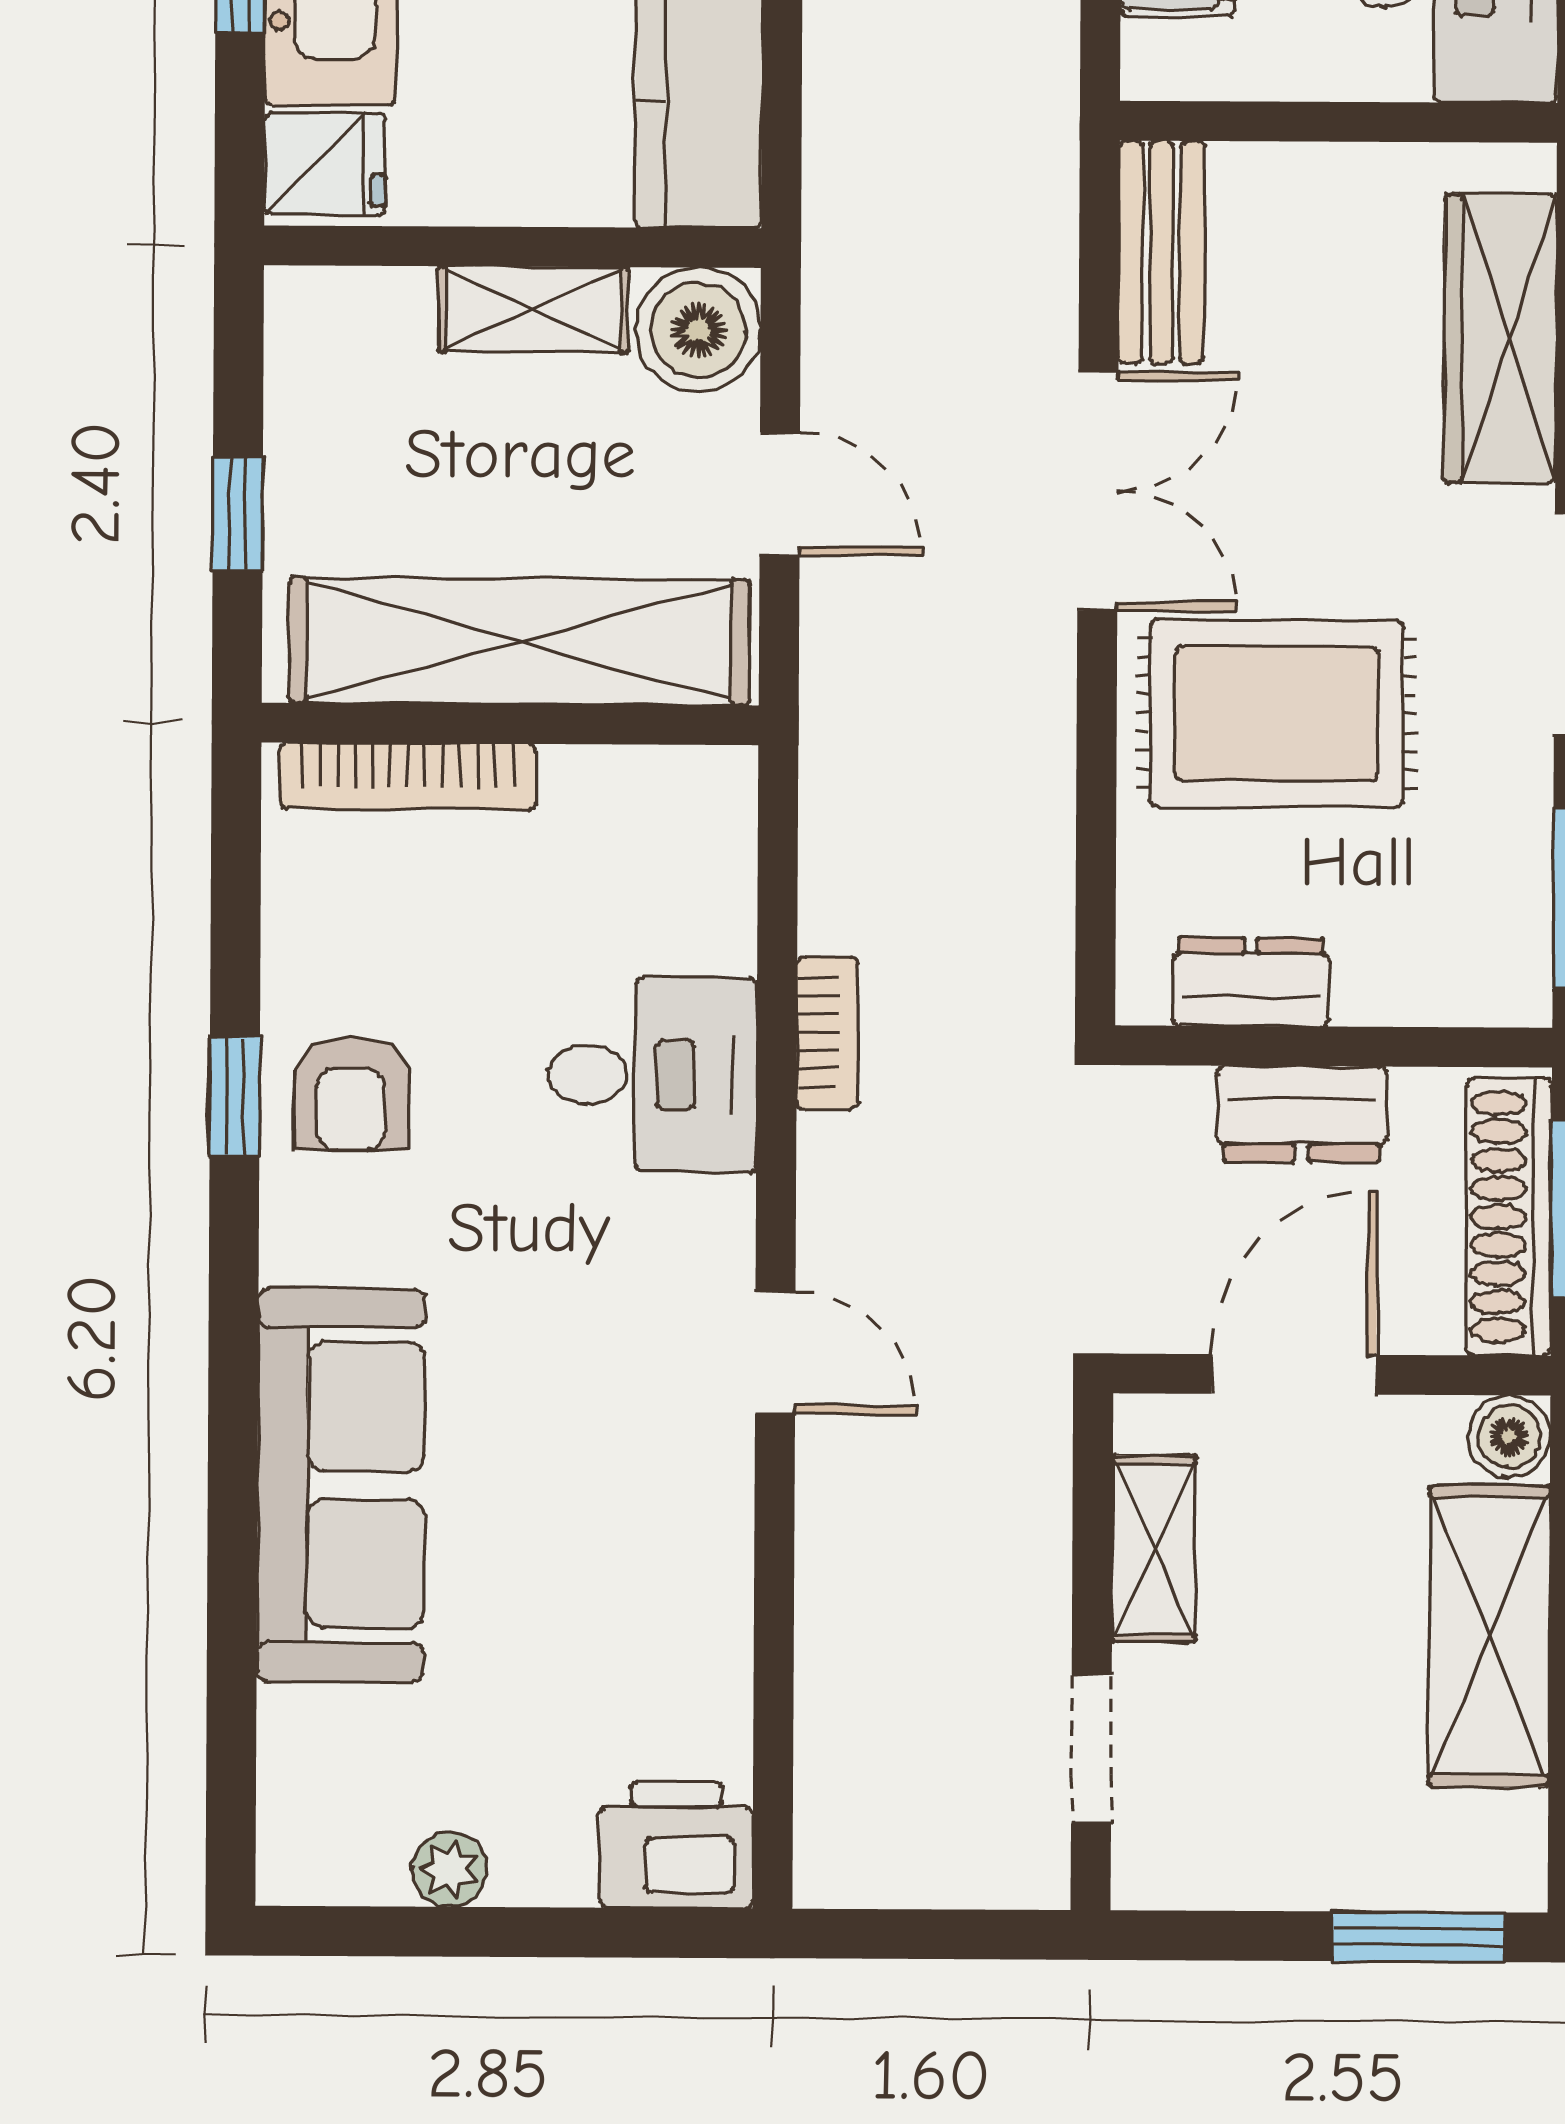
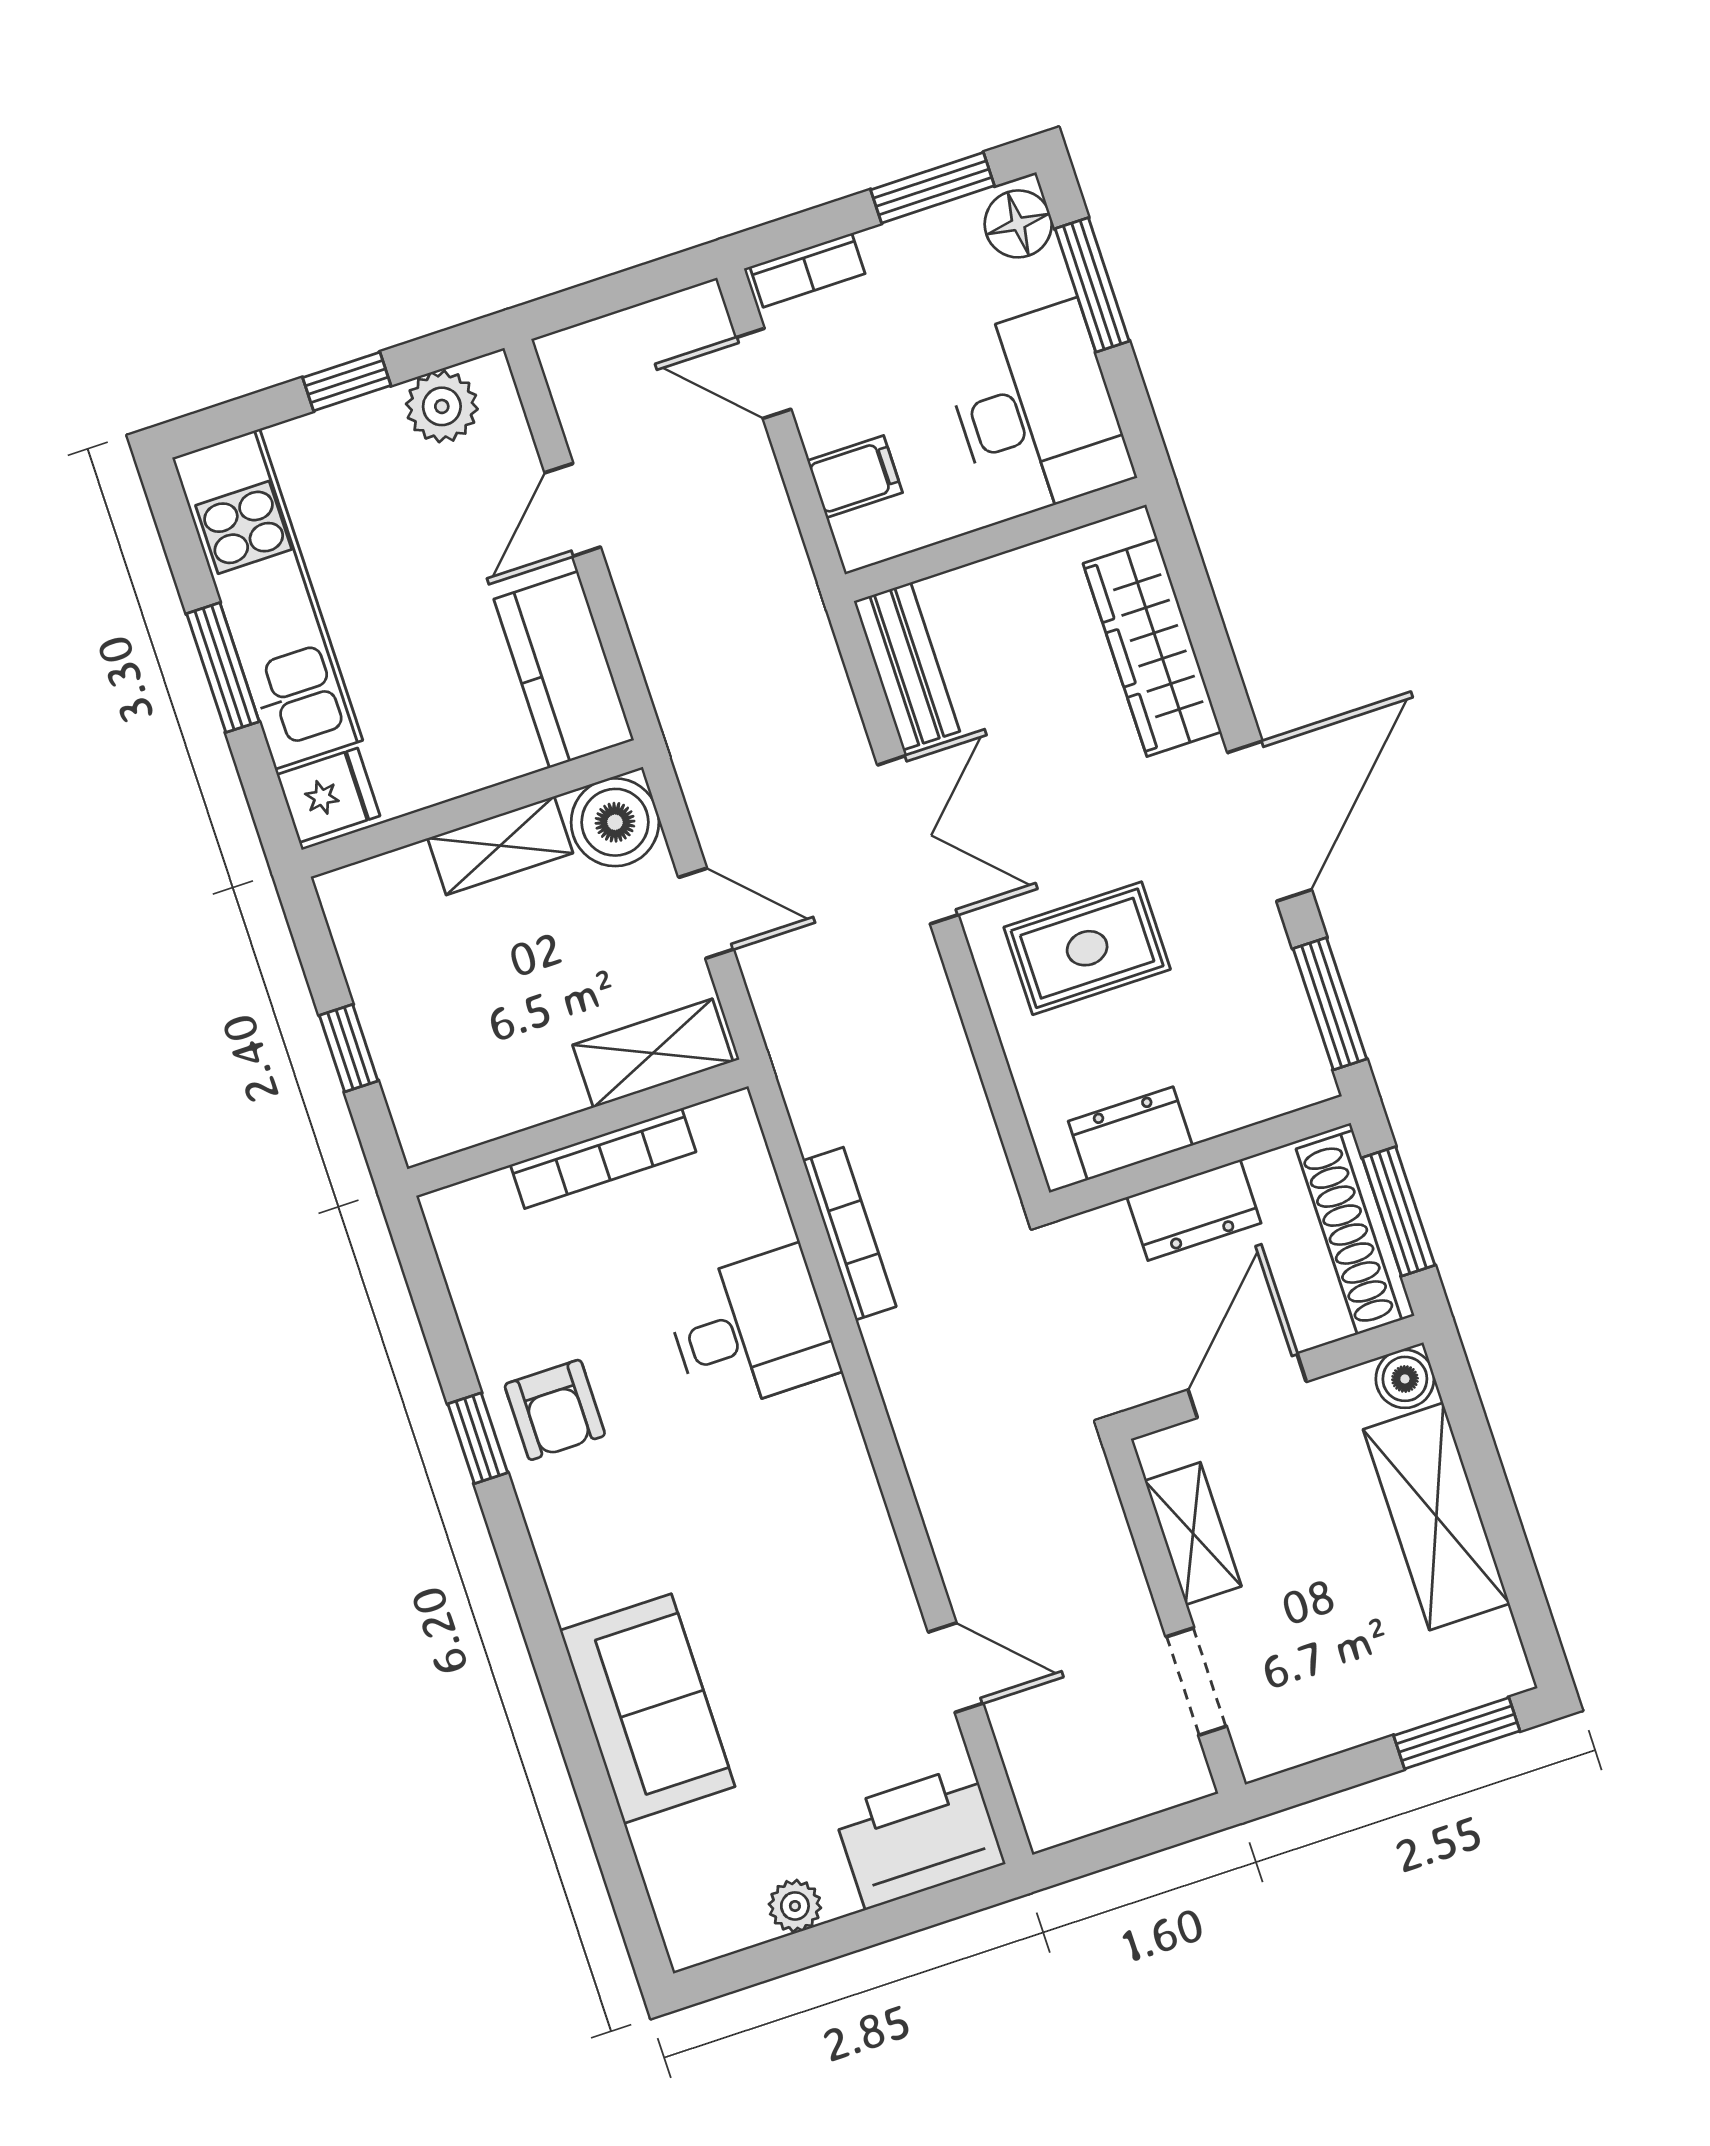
shelving: (519, 641) -> (653, 1053), width x0.45, depth x0.75
rug: (1276, 713) -> (1087, 948), width x0.73, depth x0.70
bookcase: (408, 776) -> (603, 1158), moved
bookcase: (827, 1033) -> (849, 1234), width x1.56
door: (775, 1353) -> (956, 1668), moved
sofa: (341, 1485) -> (647, 1709), width x0.73
printer: (676, 1845) -> (919, 1837), width x1.37, depth x1.19

